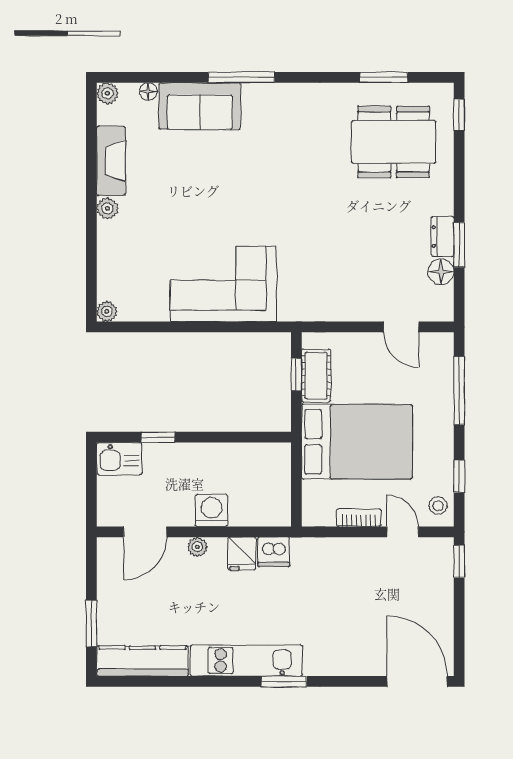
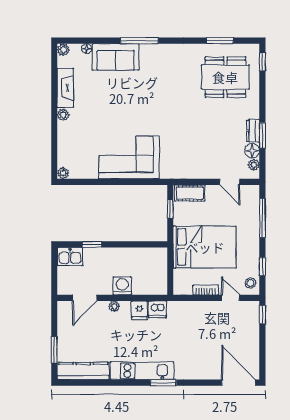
plant: (444, 297) -> (254, 165), added
cot: (316, 376) -> (190, 193), moved, turned 90

